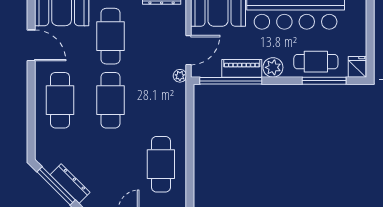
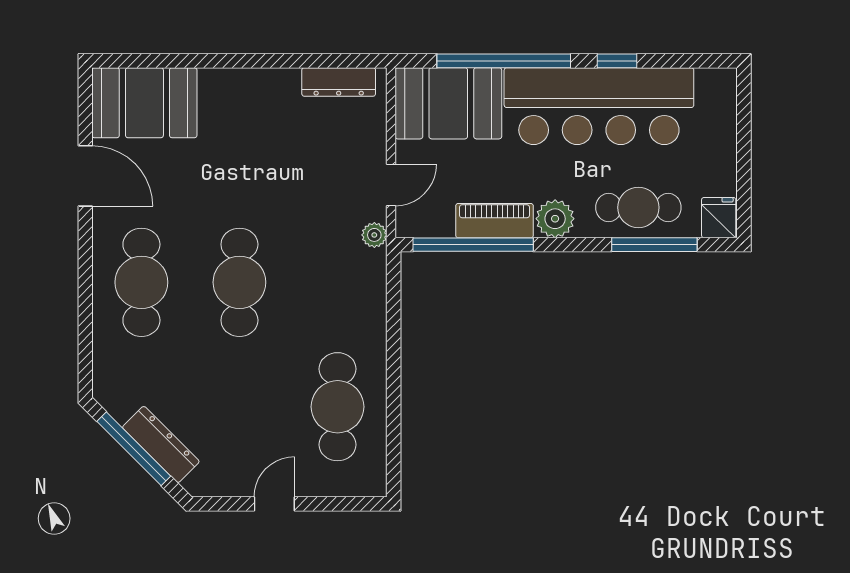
cafe table: (110, 36) -> (239, 158), removed
door: (188, 50) -> (391, 185), width x0.73

